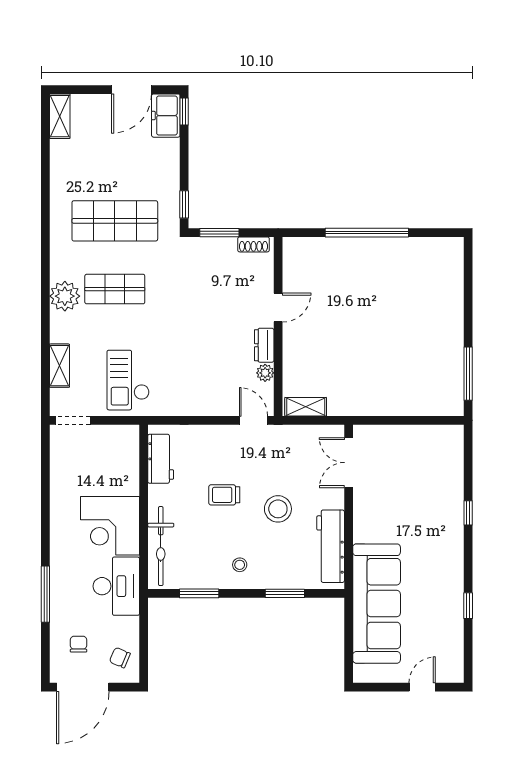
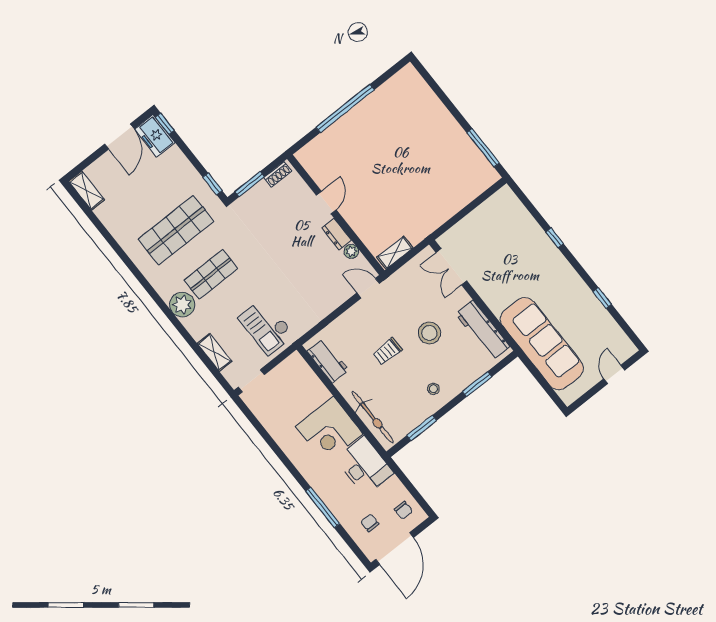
chair: (120, 658) -> (403, 510), turned -113

